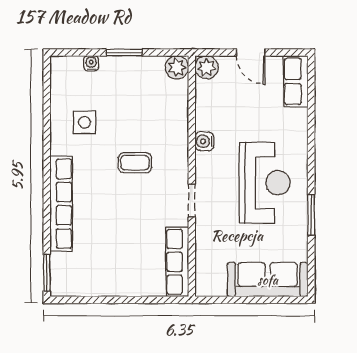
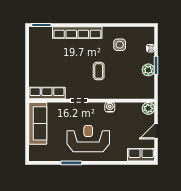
plant: (177, 67) -> (148, 70), moved
reception desk: (265, 183) -> (88, 139), turned 180
sofa: (268, 280) -> (38, 123), moved

